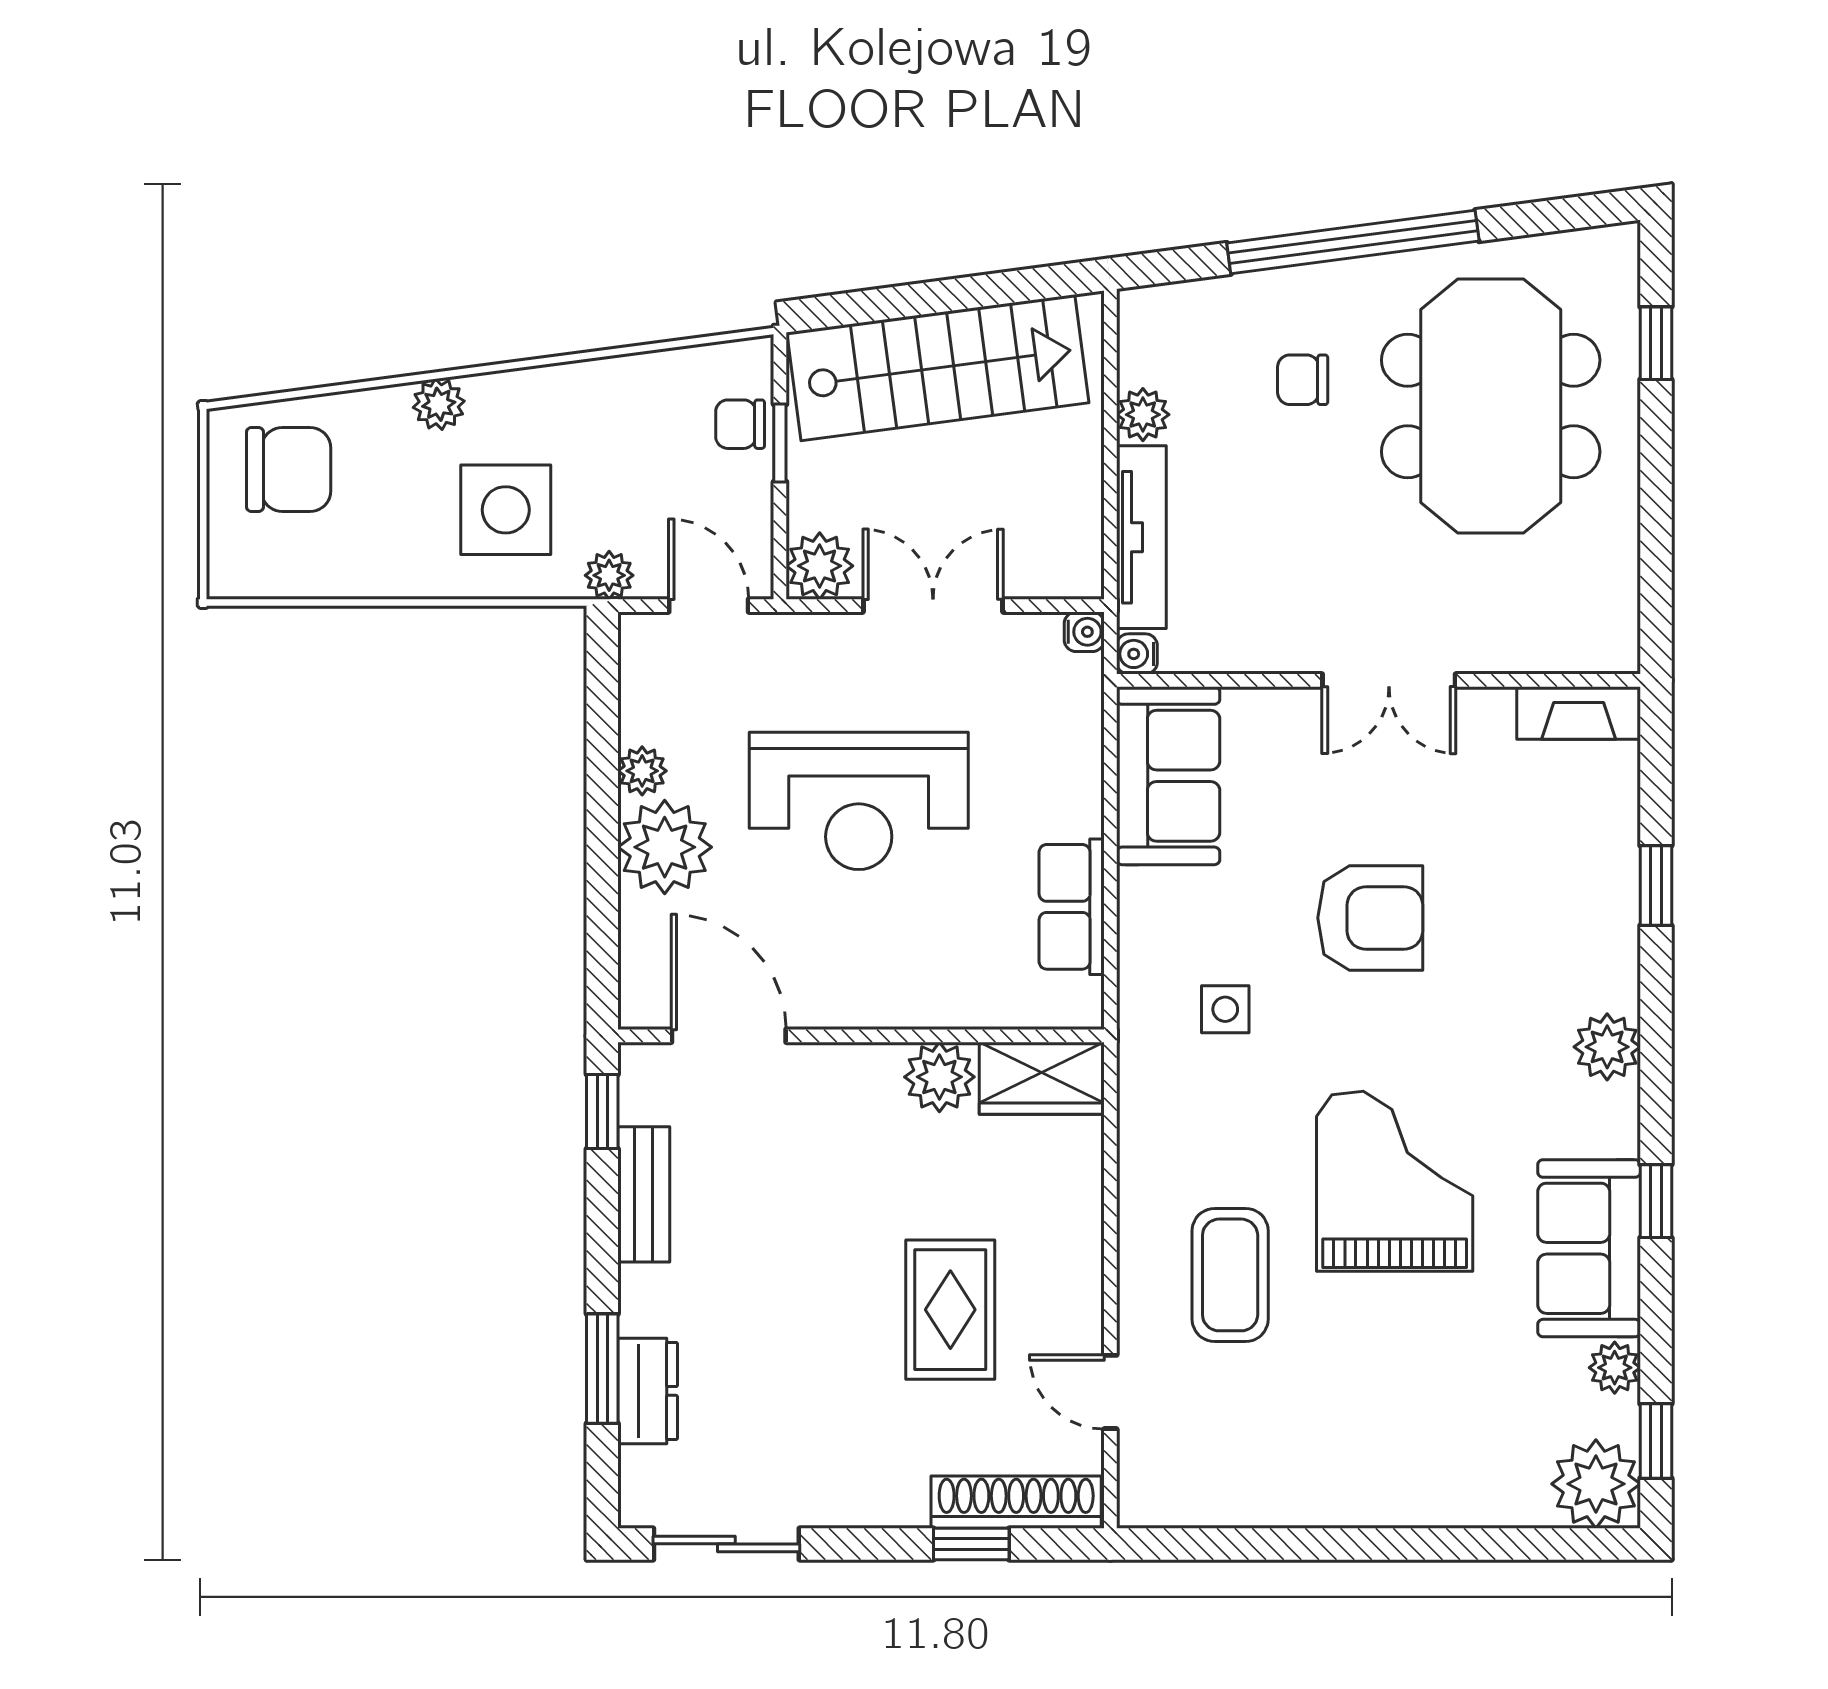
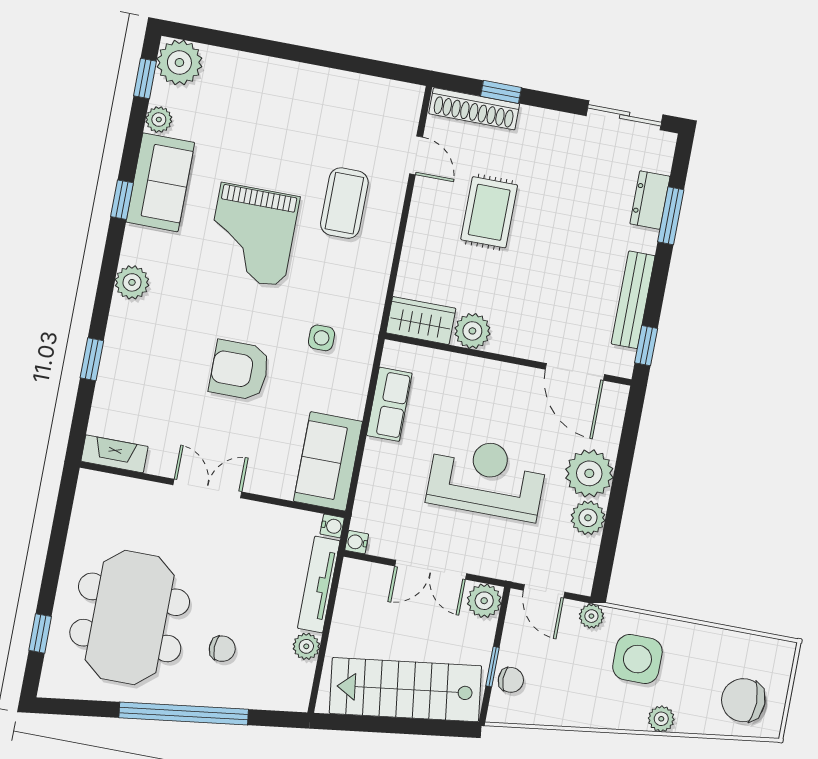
plant: (642, 771) -> (588, 518), width x1.38, depth x1.38
bench: (644, 1194) -> (633, 300), width x1.36

